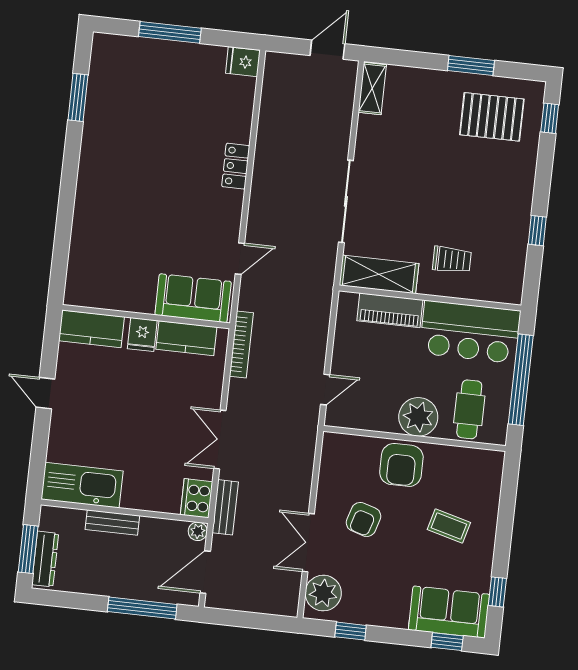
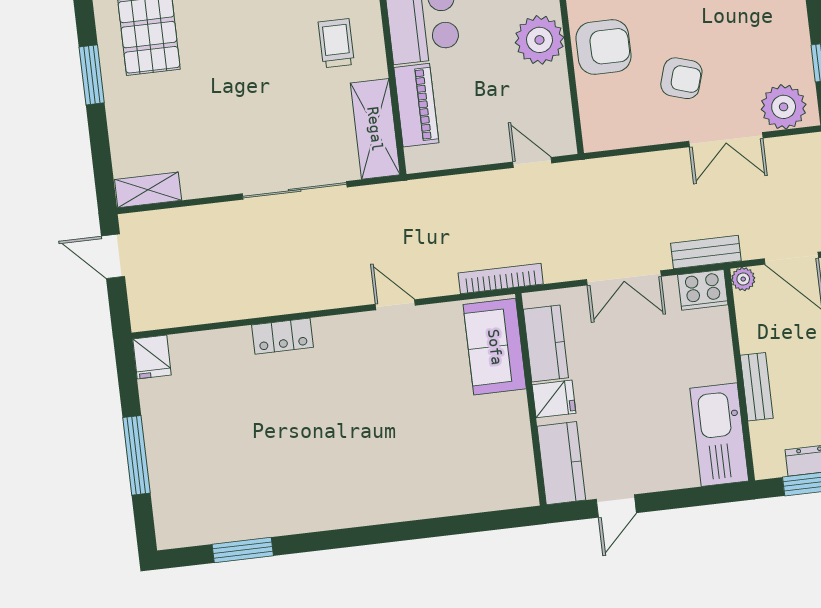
sofa: (193, 298) -> (495, 347), moved
wall: (146, 317) -> (531, 399), moved
kitchen counter: (91, 329) -> (561, 463), moved
fridge: (142, 335) -> (554, 399), moved
kitchen counter: (186, 338) -> (546, 343), moved

